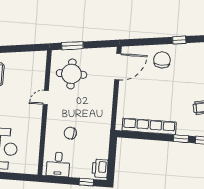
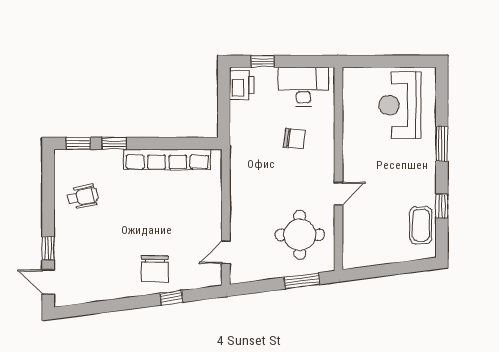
window: (179, 40) -> (172, 298), moved
door: (118, 67) -> (226, 252), width x0.53
desk: (58, 164) -> (303, 87), width x1.37

